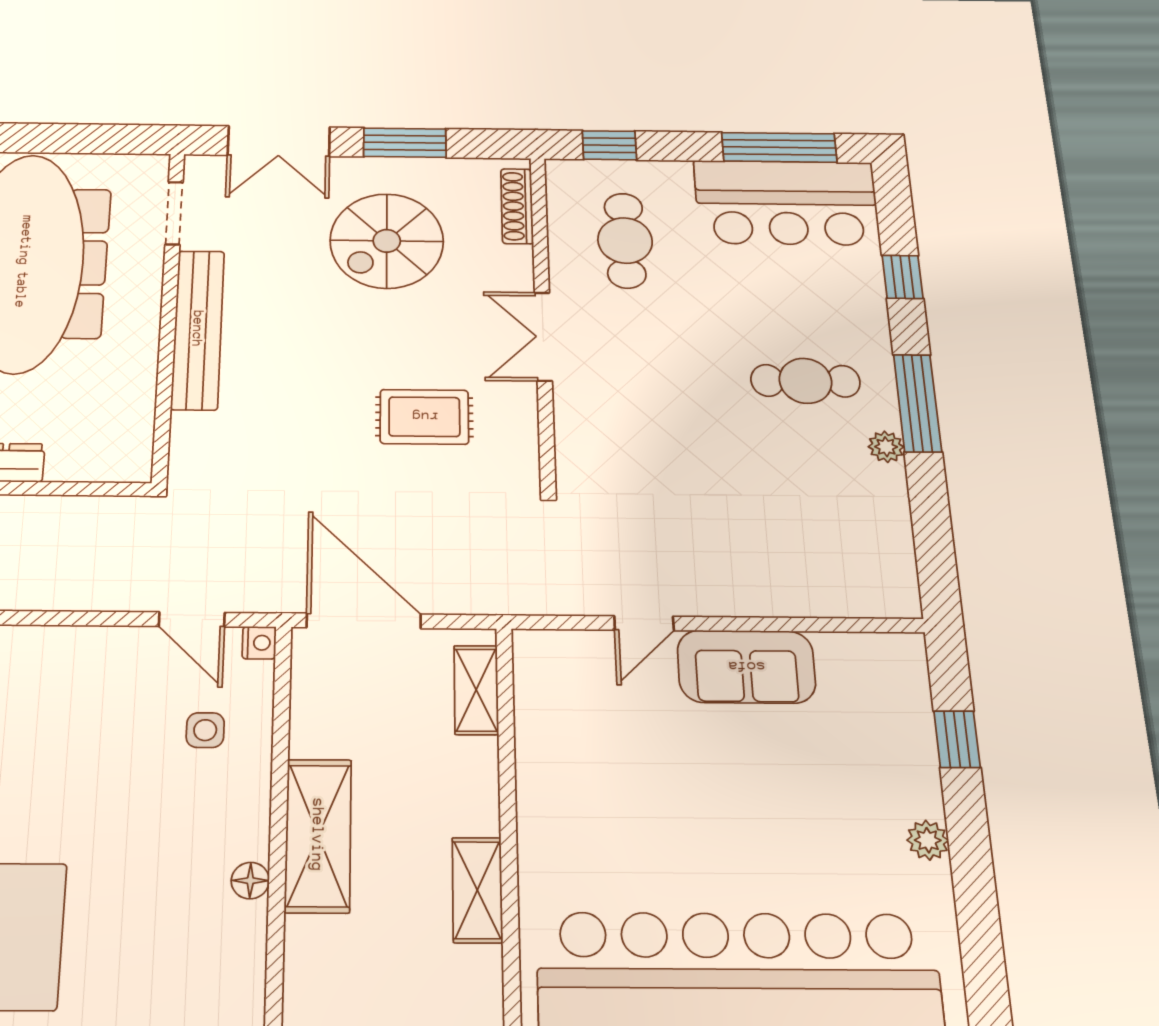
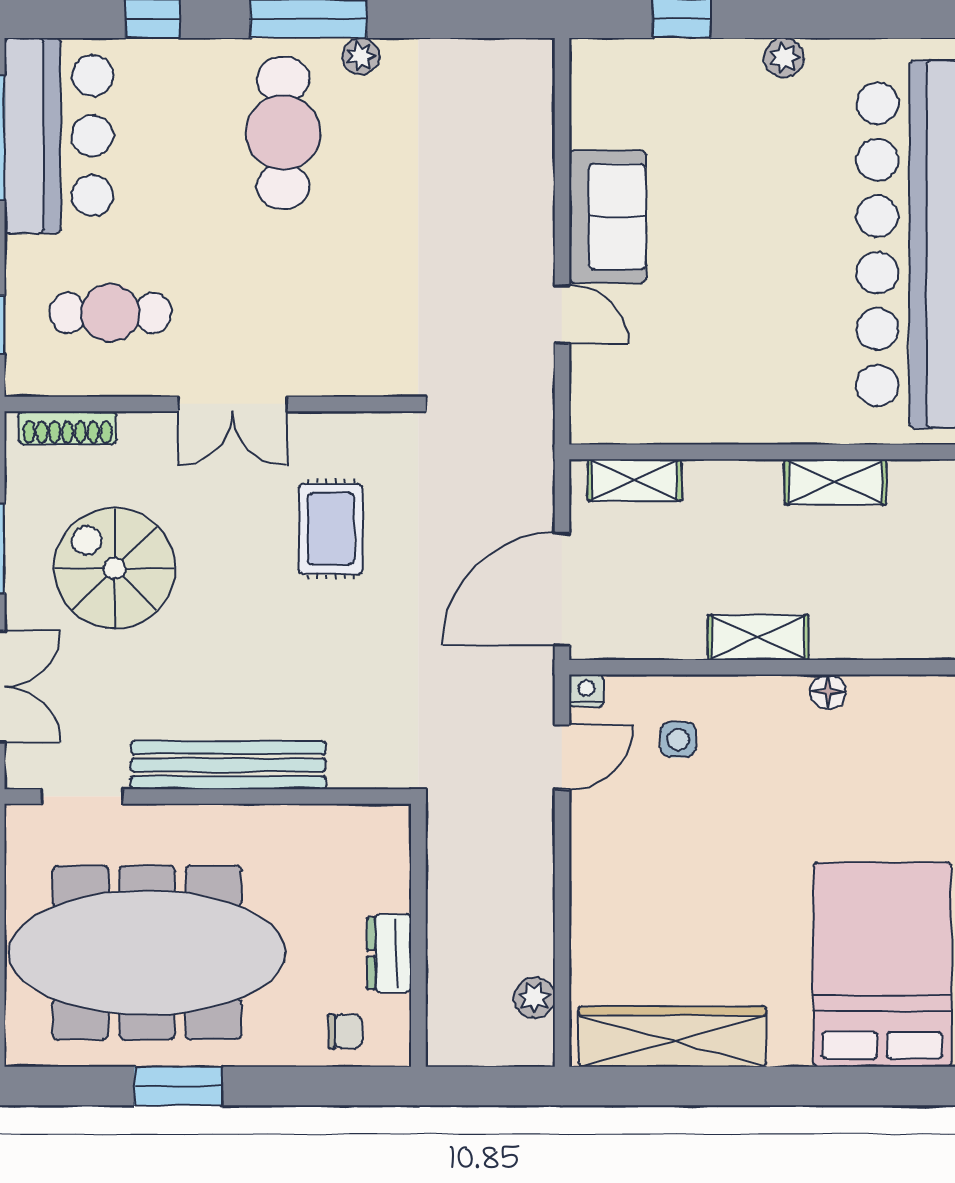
spiral stairs: (387, 241) -> (115, 568), turned 180
cafe table: (805, 381) -> (283, 133), width x1.37, depth x1.35
shelving: (318, 835) -> (758, 637), width x0.67, depth x0.75

